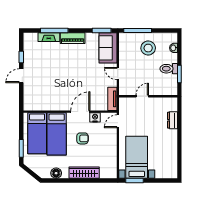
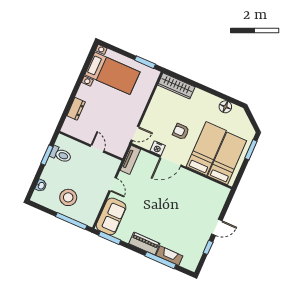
toilet: (169, 69) -> (61, 155), moved
door: (142, 96) -> (97, 149), swing flipped
bed with nightstands: (137, 157) -> (112, 73), moved, turned -90
wardrobe: (84, 173) -> (176, 86), moved

